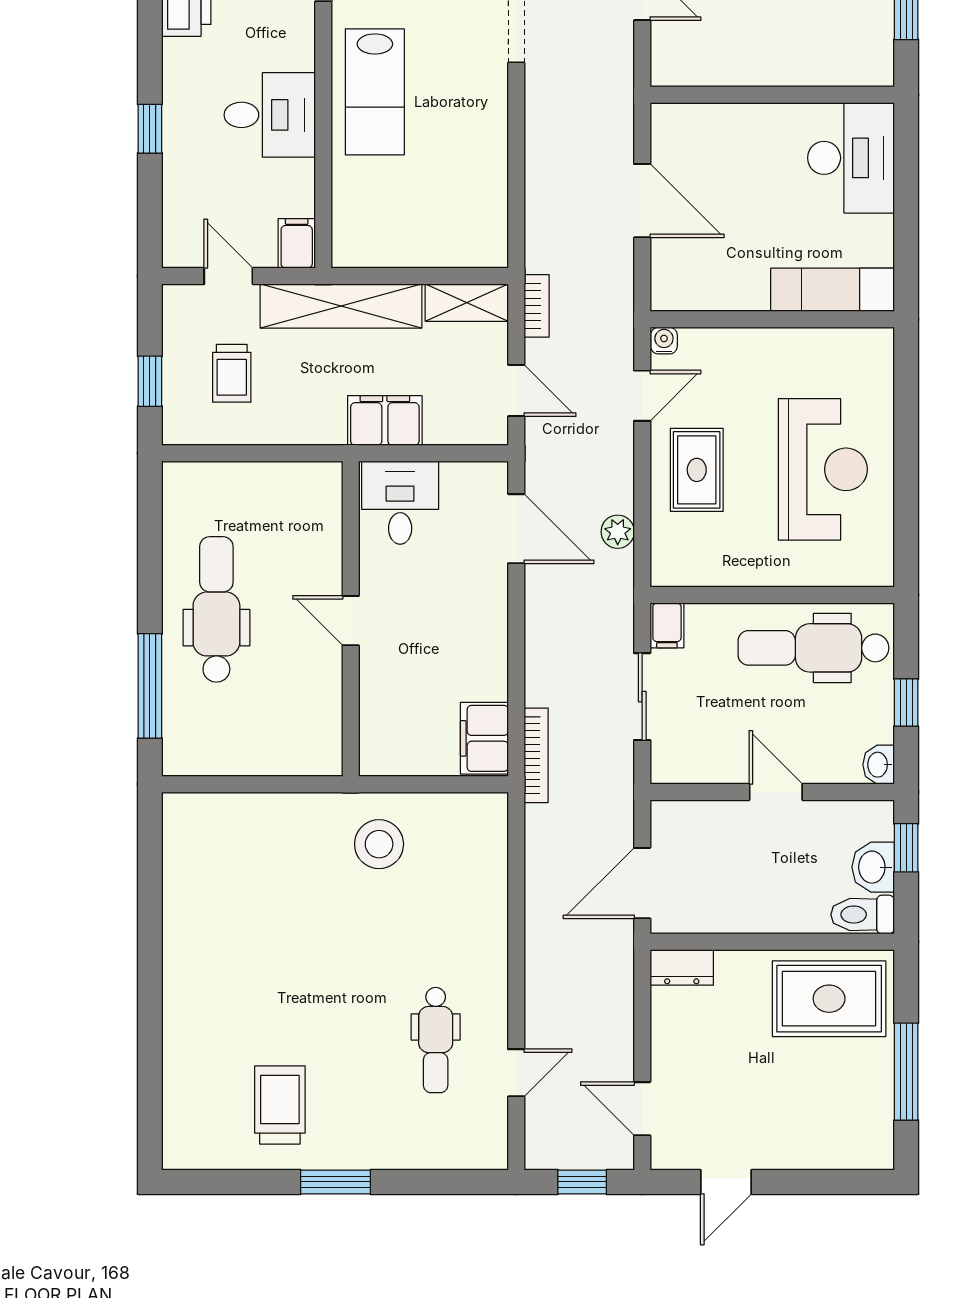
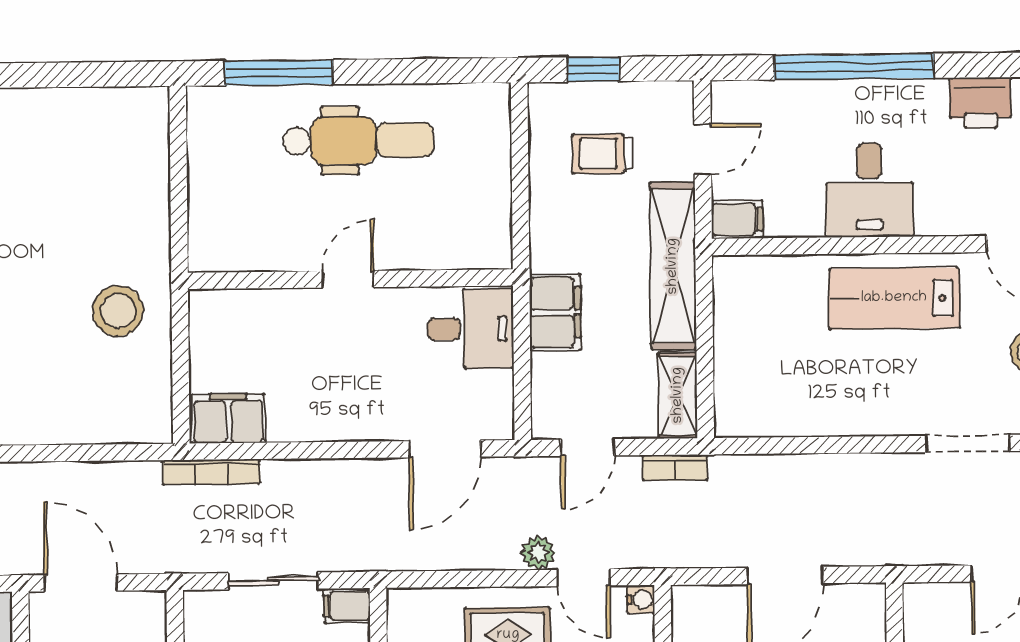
window: (150, 129) -> (854, 67), width x3.17
plant: (618, 532) -> (538, 553), moved

